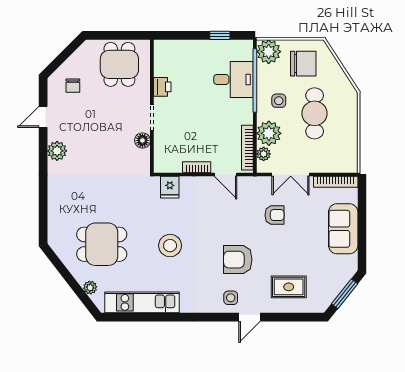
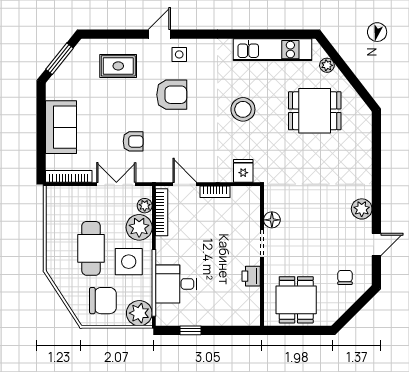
chair: (303, 64) -> (103, 301), turned 180
side table: (279, 101) -> (129, 262), width x1.87, depth x1.87
armchair: (275, 215) -> (133, 141), turned 180

